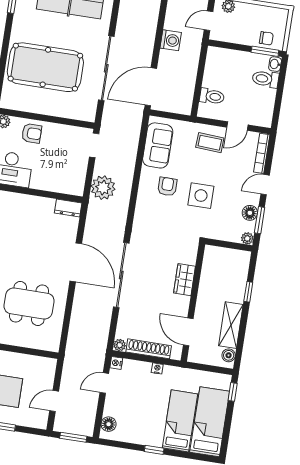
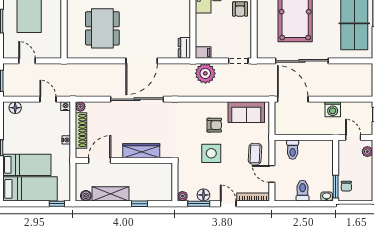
toilet: (265, 79) -> (303, 191), moved
filing cabinet: (77, 186) -> (203, 52), added
wardrobe: (185, 280) -> (141, 151), width x1.50

